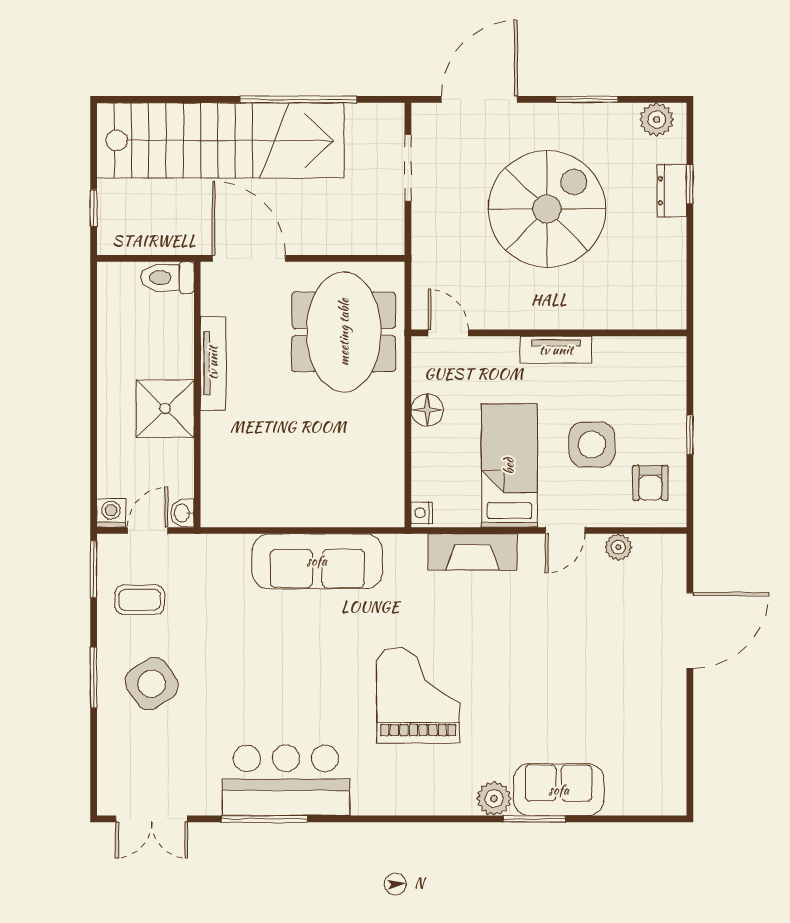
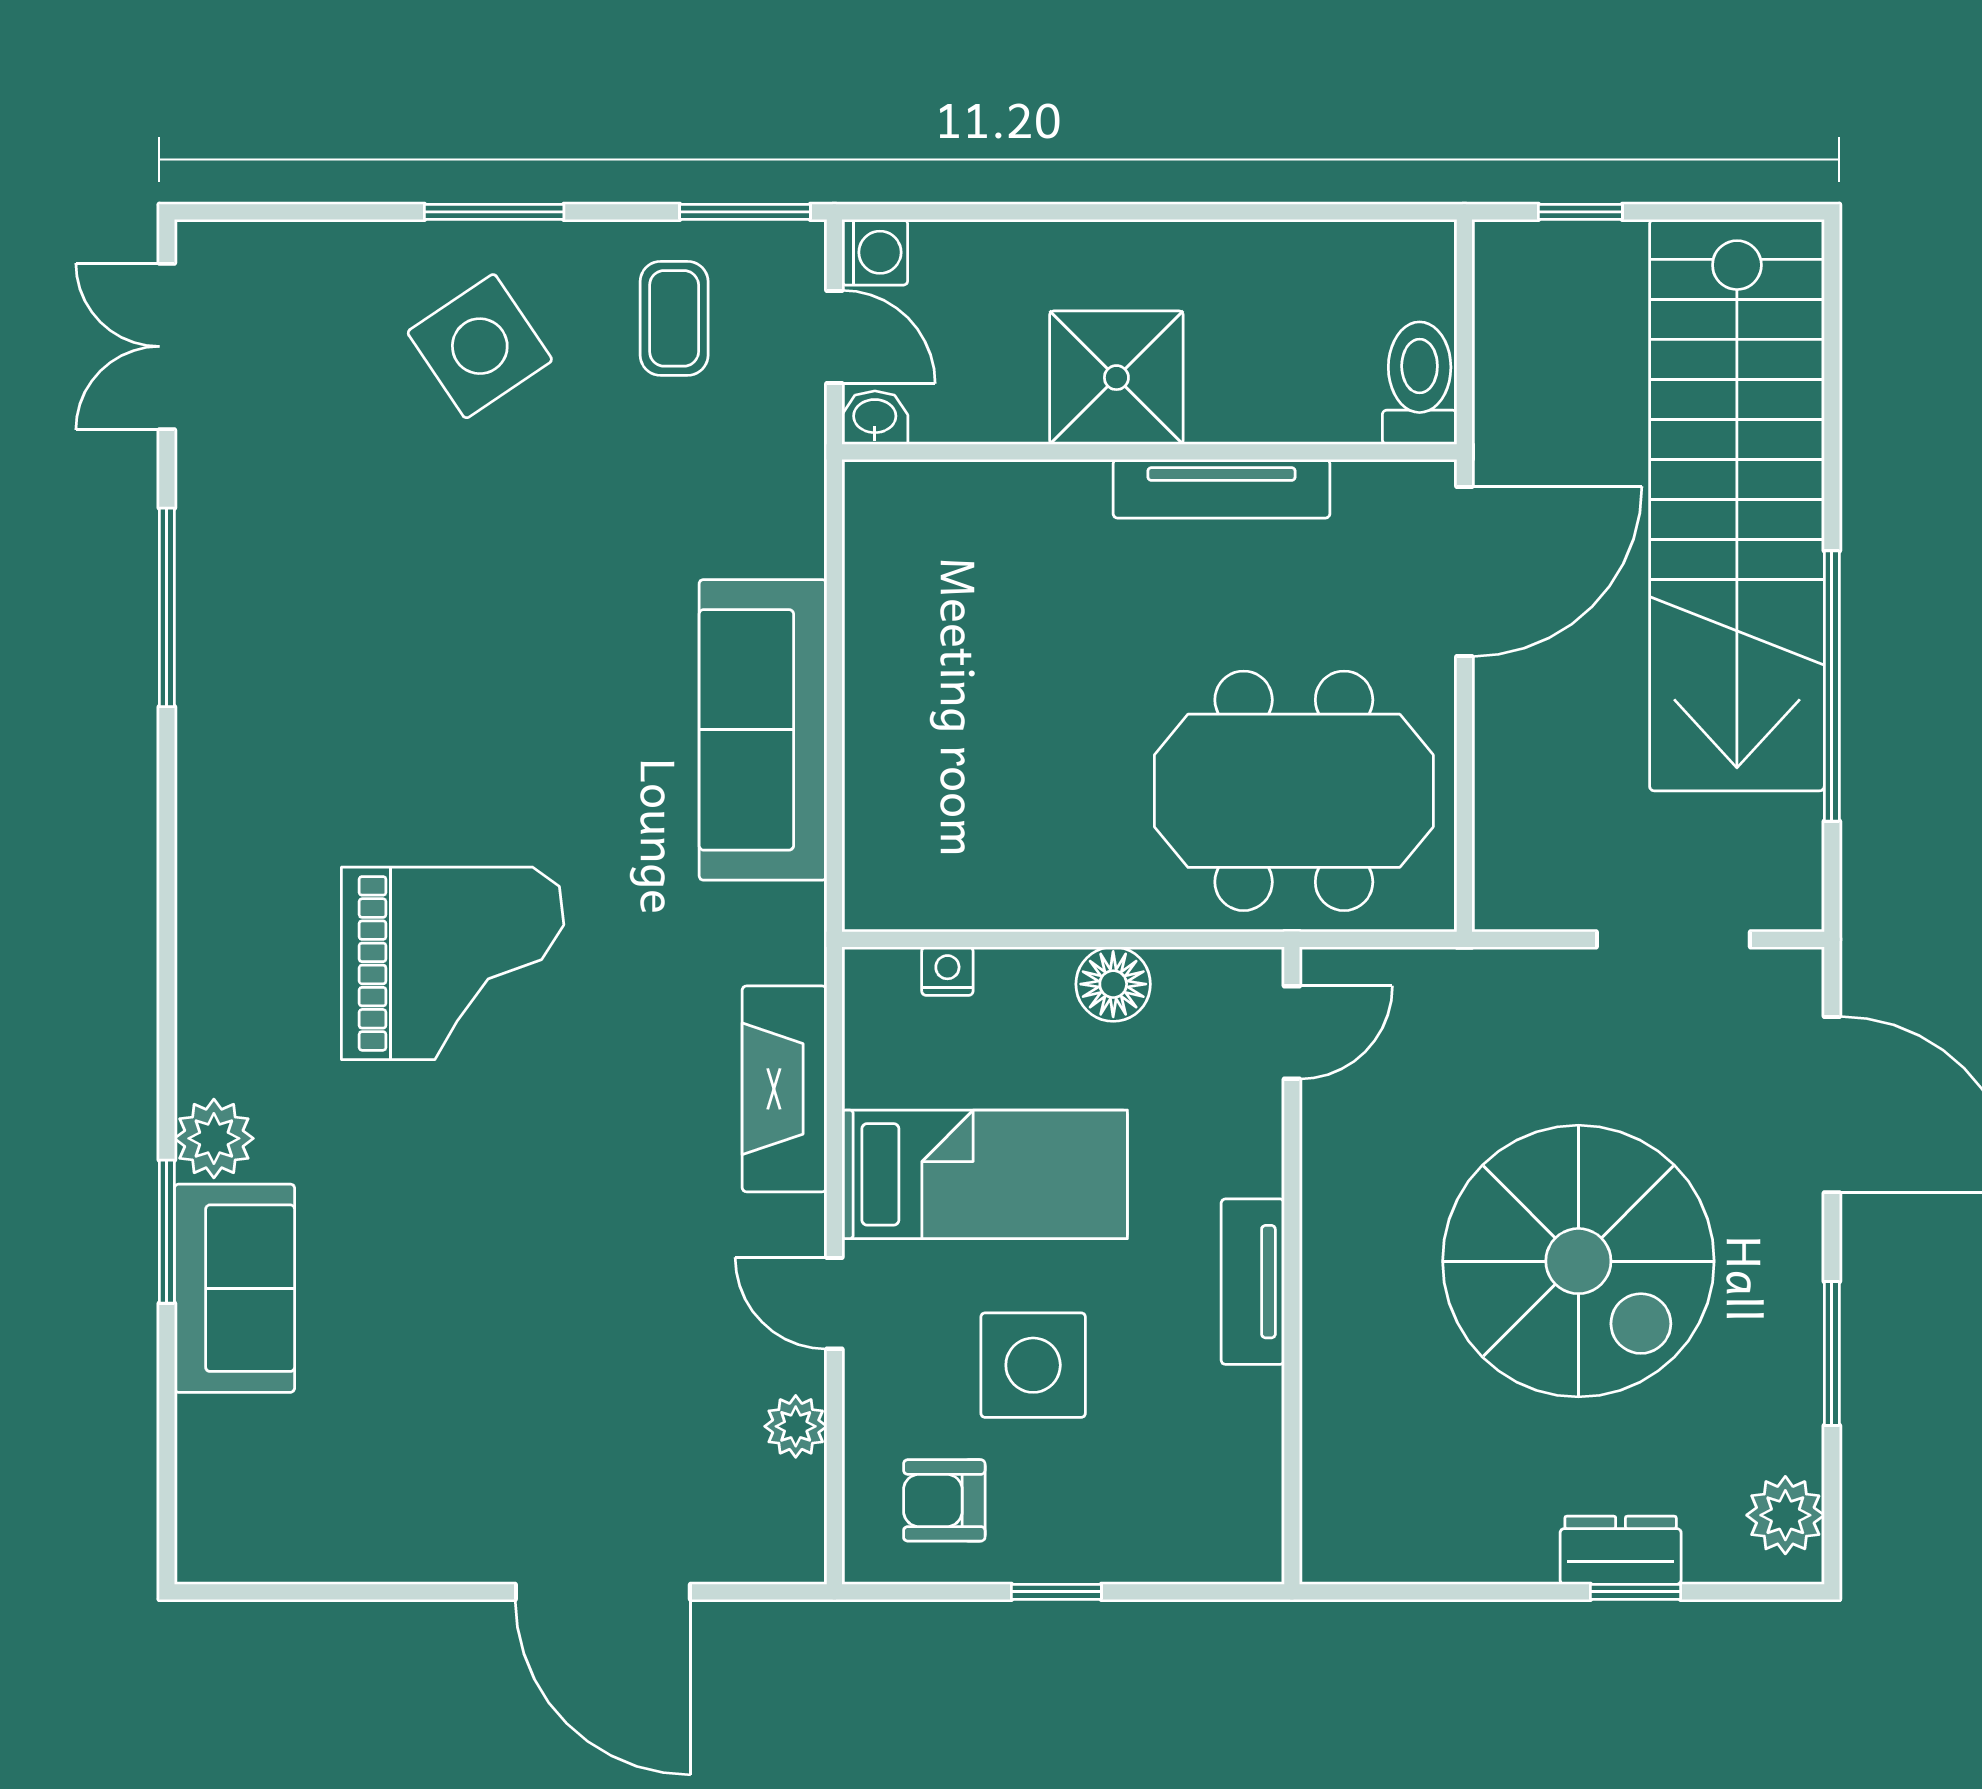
nightstand: (422, 513) -> (947, 971), moved
bar counter: (286, 780) -> (256, 657), removed

